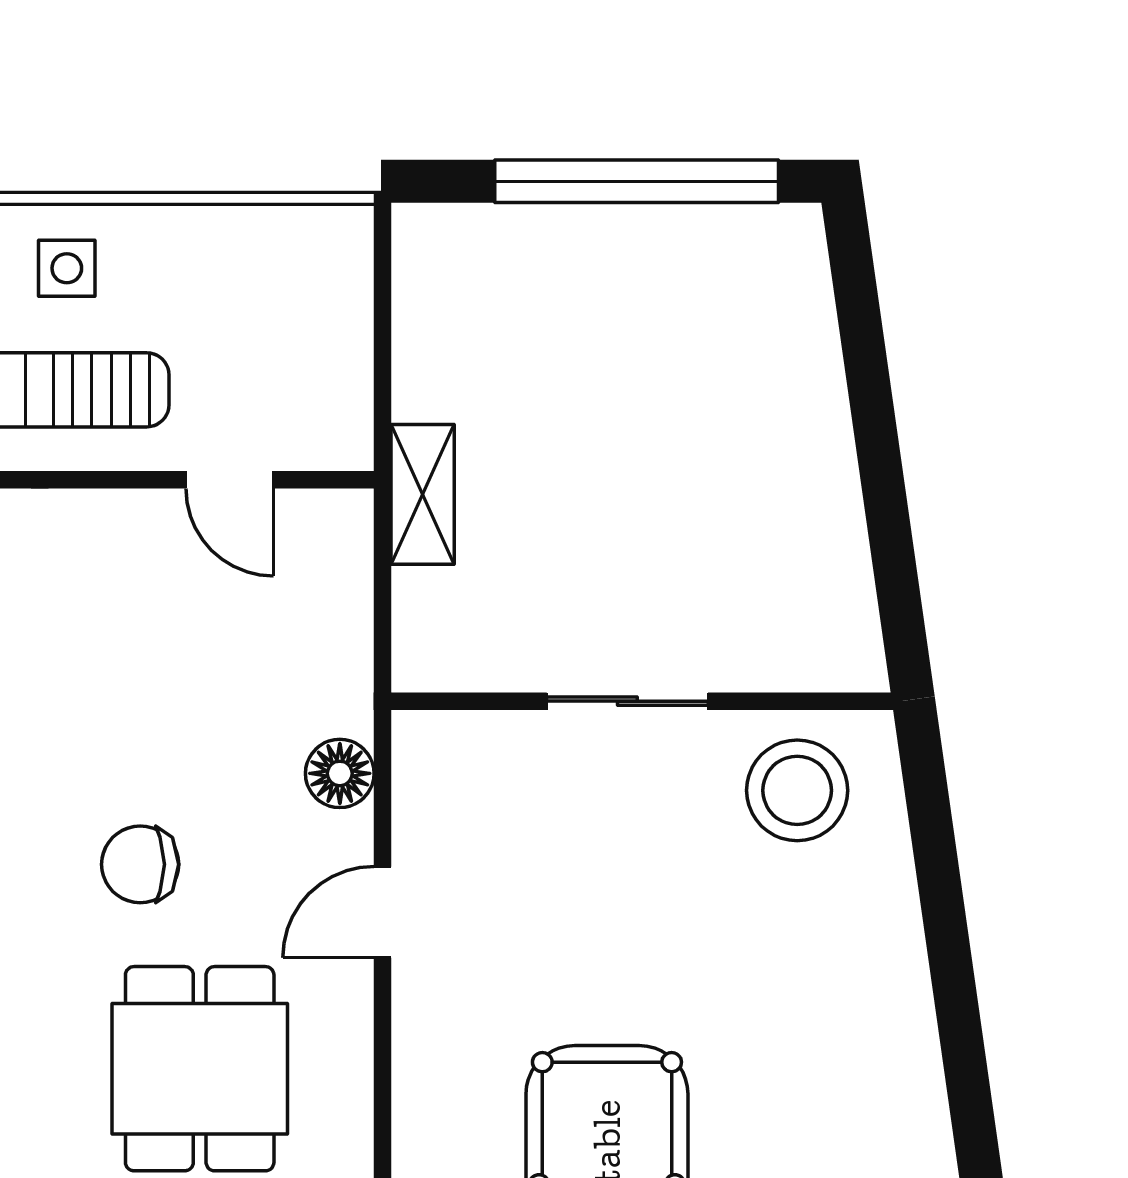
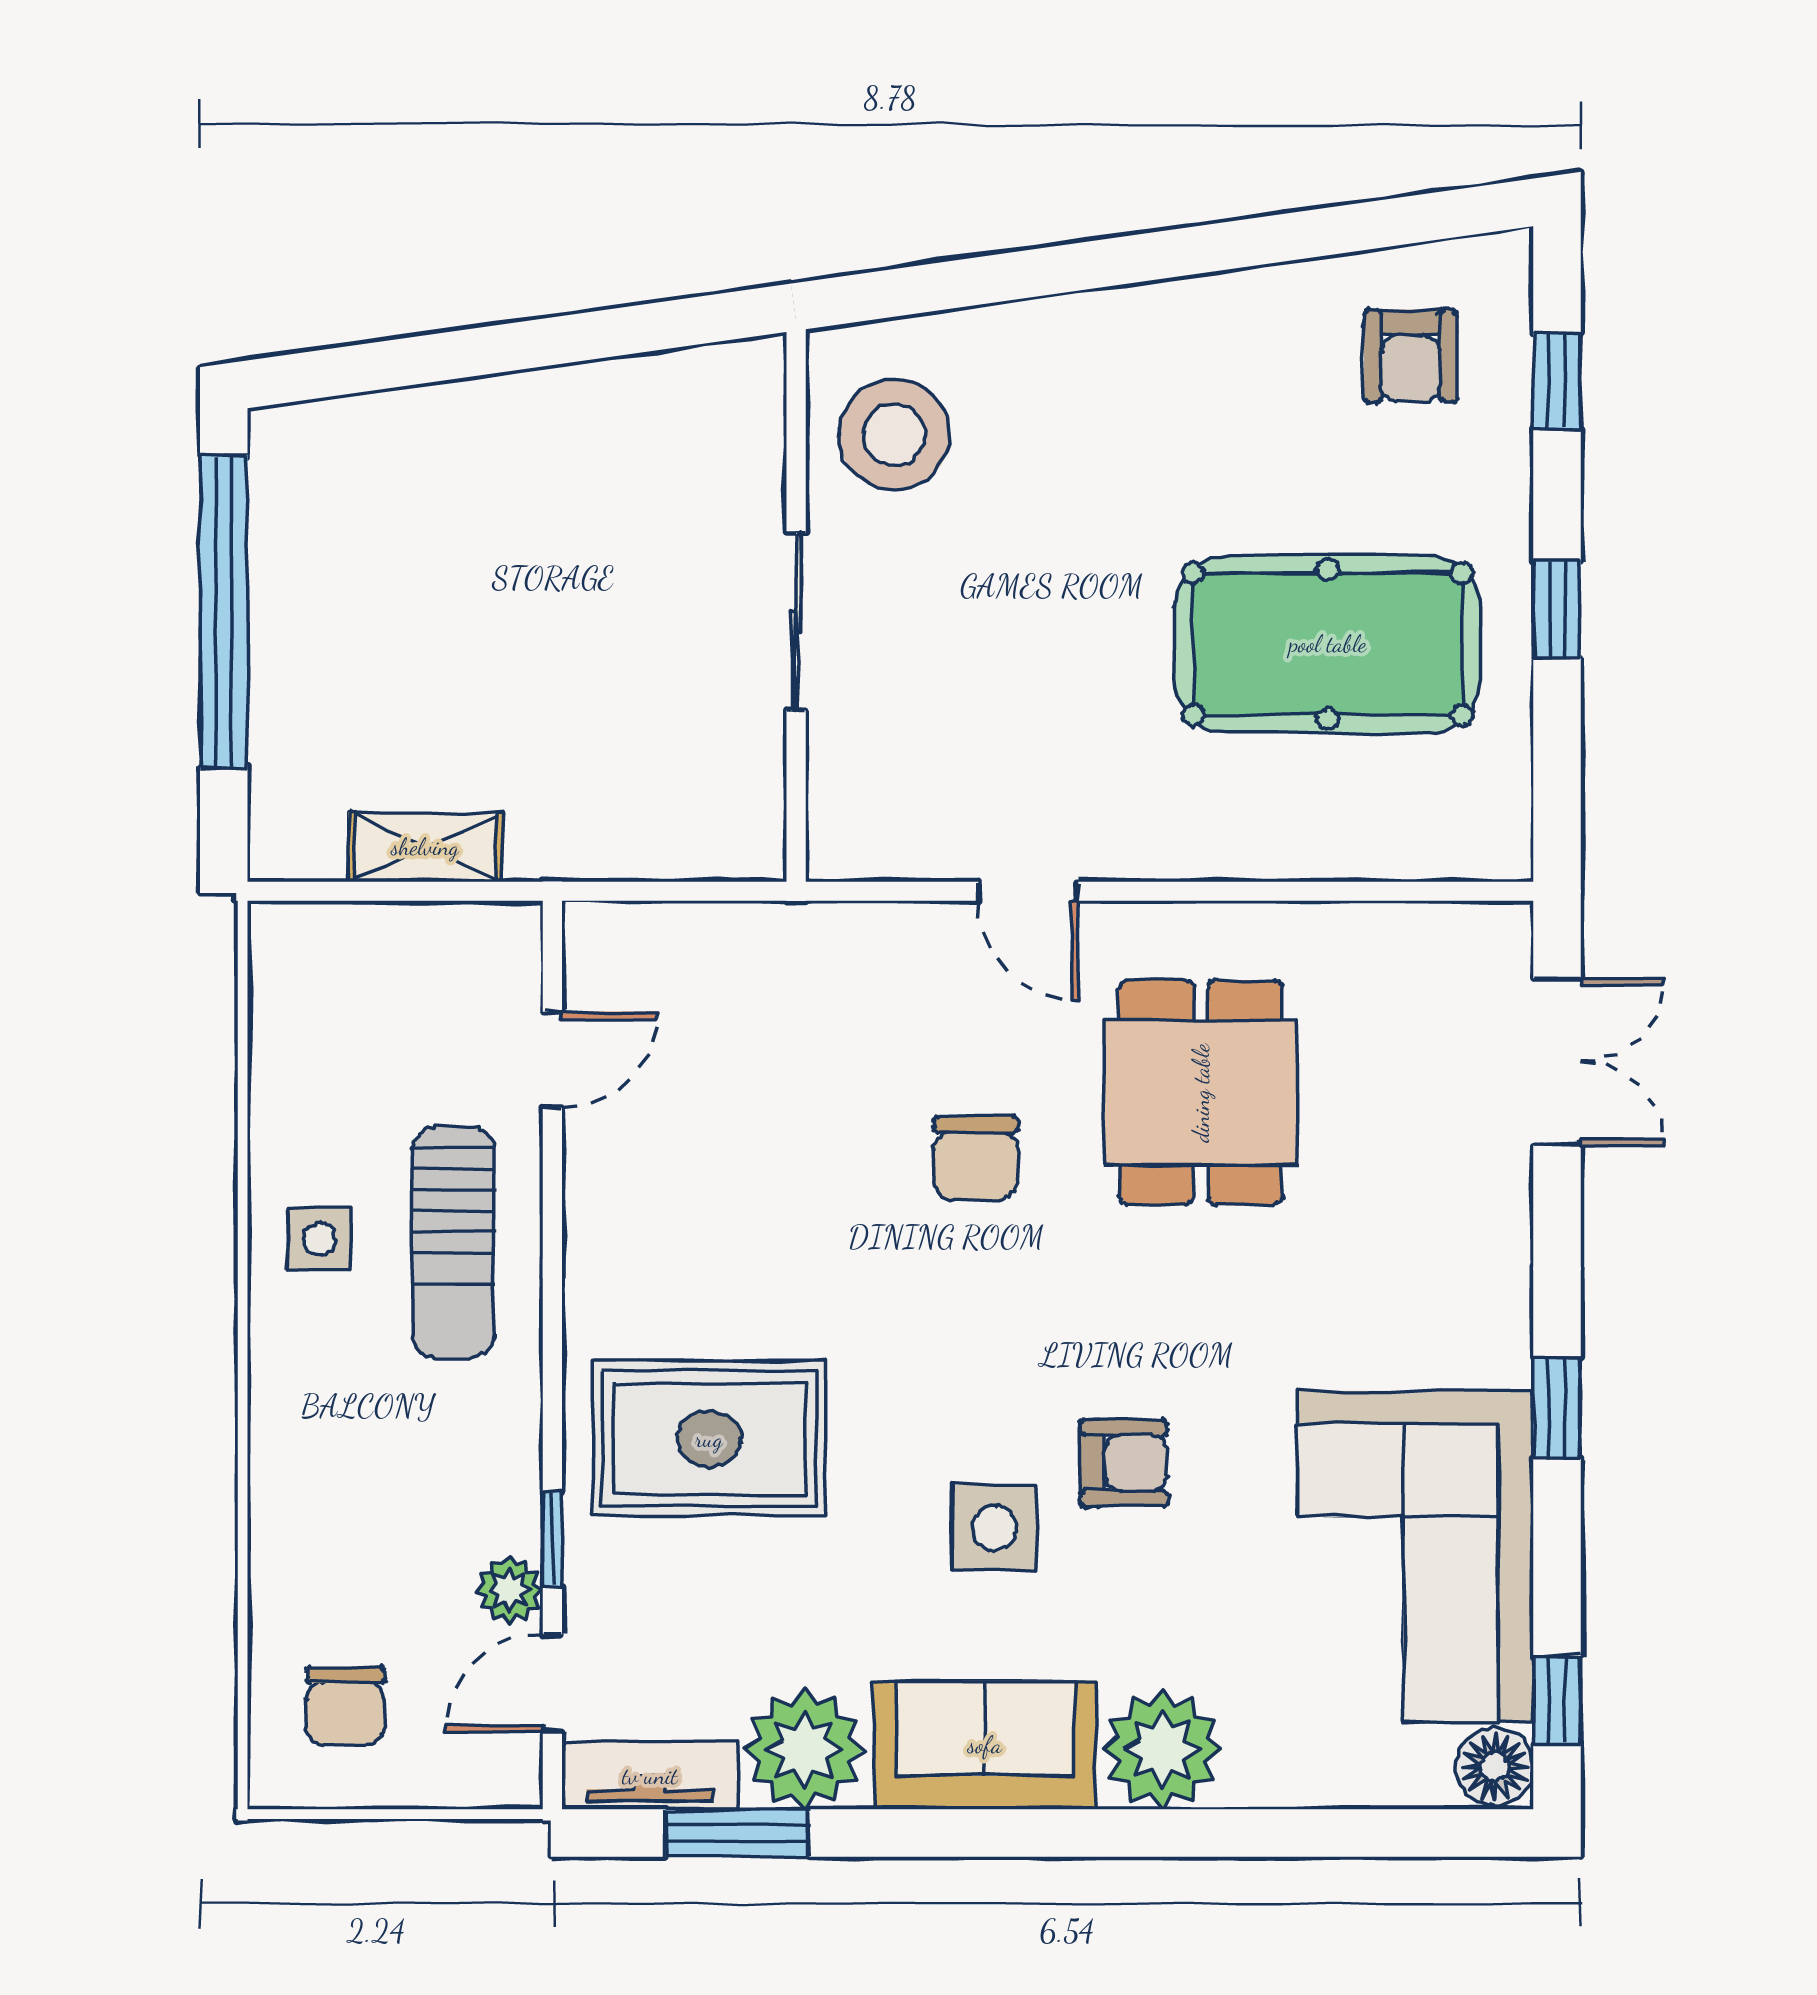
shelving: (423, 494) -> (425, 847), moved
floor lamp: (340, 773) -> (876, 938), removed
dining table: (200, 1069) -> (1201, 1093), turned 90

